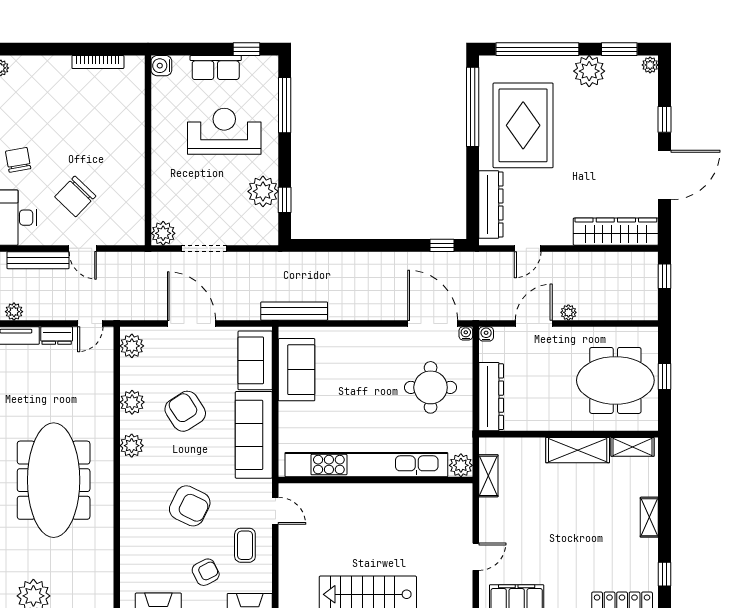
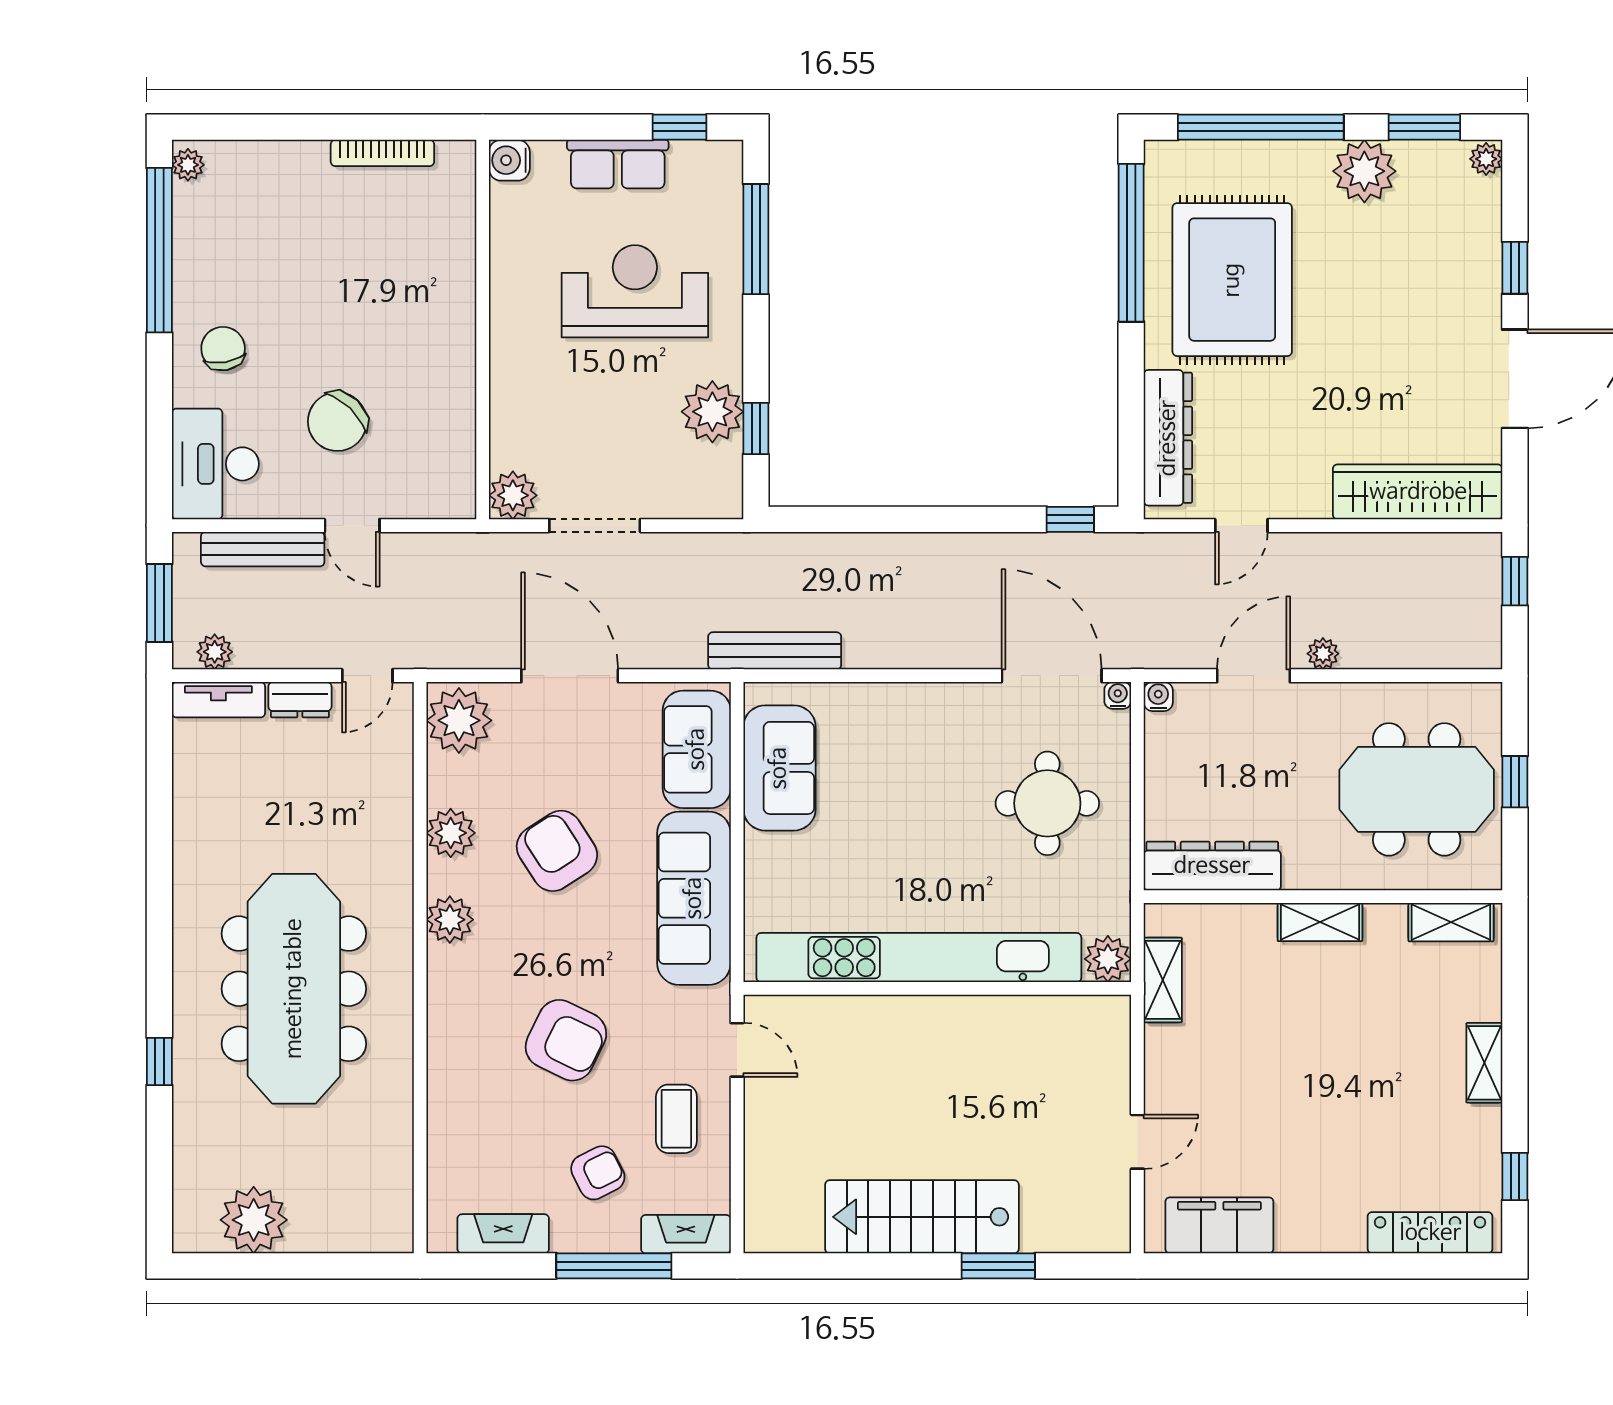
plant: (132, 346) -> (459, 720), width x1.36, depth x1.36
dresser: (491, 397) -> (1212, 866), moved, turned -90
shelving: (578, 450) -> (1320, 922), width x0.67, depth x0.75

